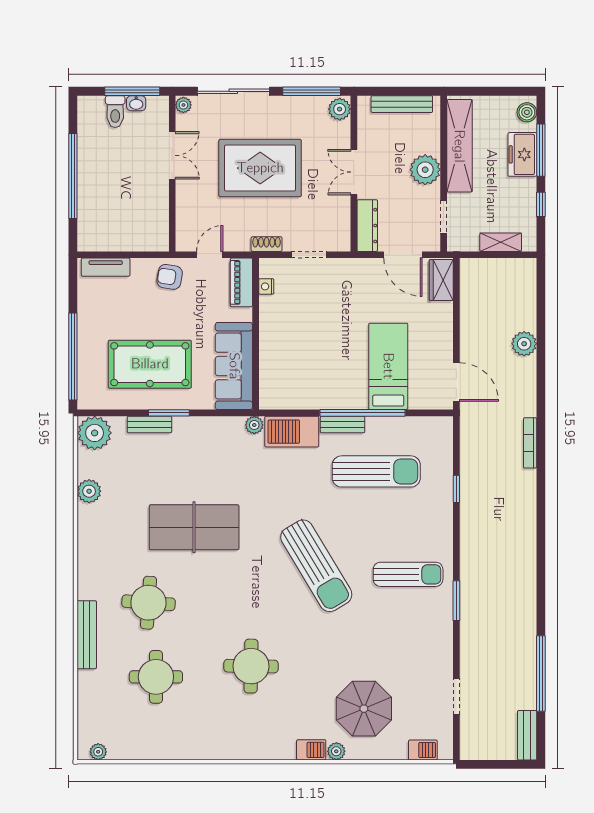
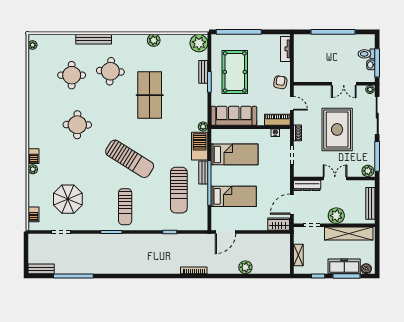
freezer: (522, 154) -> (344, 266), width x1.40
bed: (308, 365) -> (234, 154), added
plant: (89, 491) -> (154, 40), moved
sun lounger: (316, 566) -> (130, 159), turned -117
parasol: (364, 709) -> (68, 199), moved

